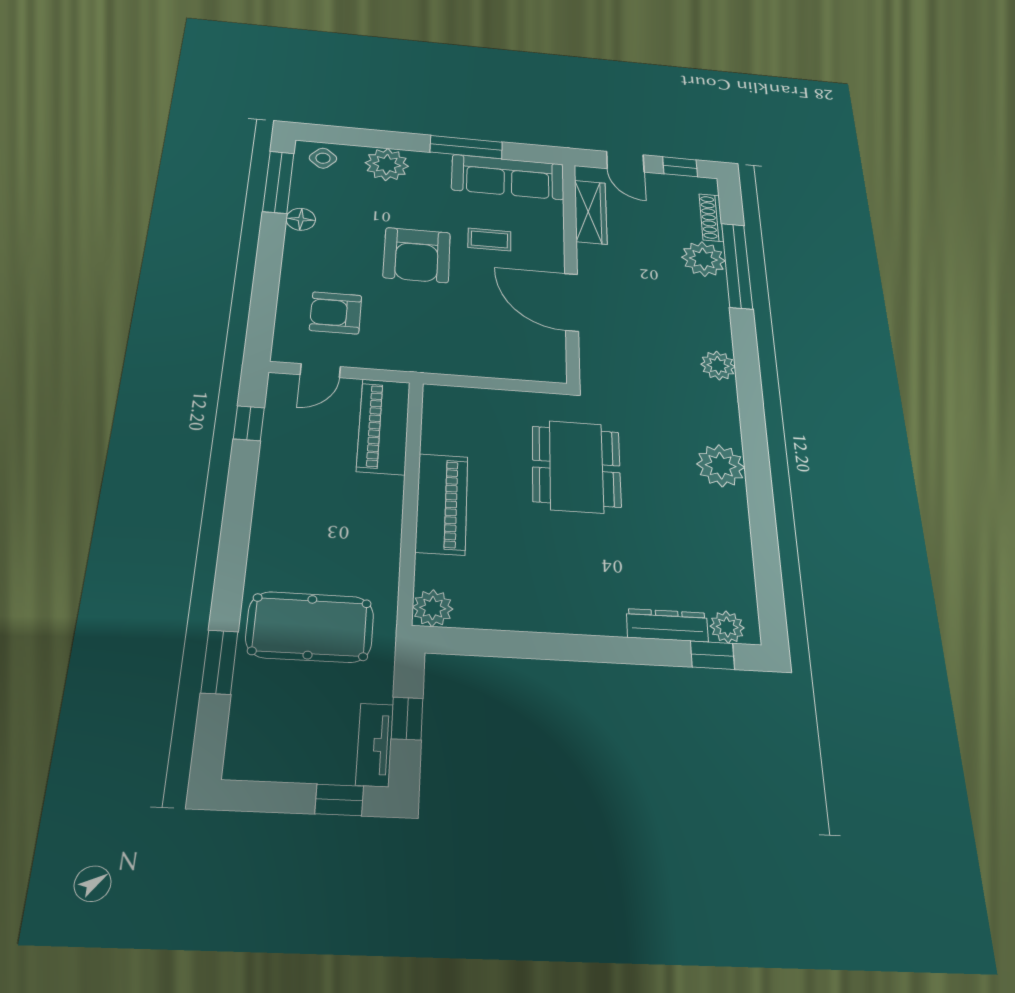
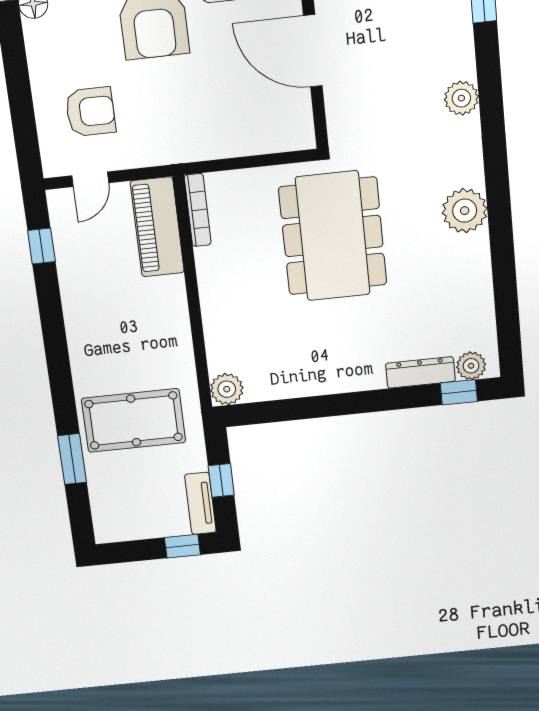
armchair: (336, 313) -> (90, 112), turned 180
bookcase: (431, 418) -> (198, 210), added
dining table: (576, 466) -> (333, 236), width x1.36, depth x1.24
piano: (442, 504) -> (220, 294), removed

